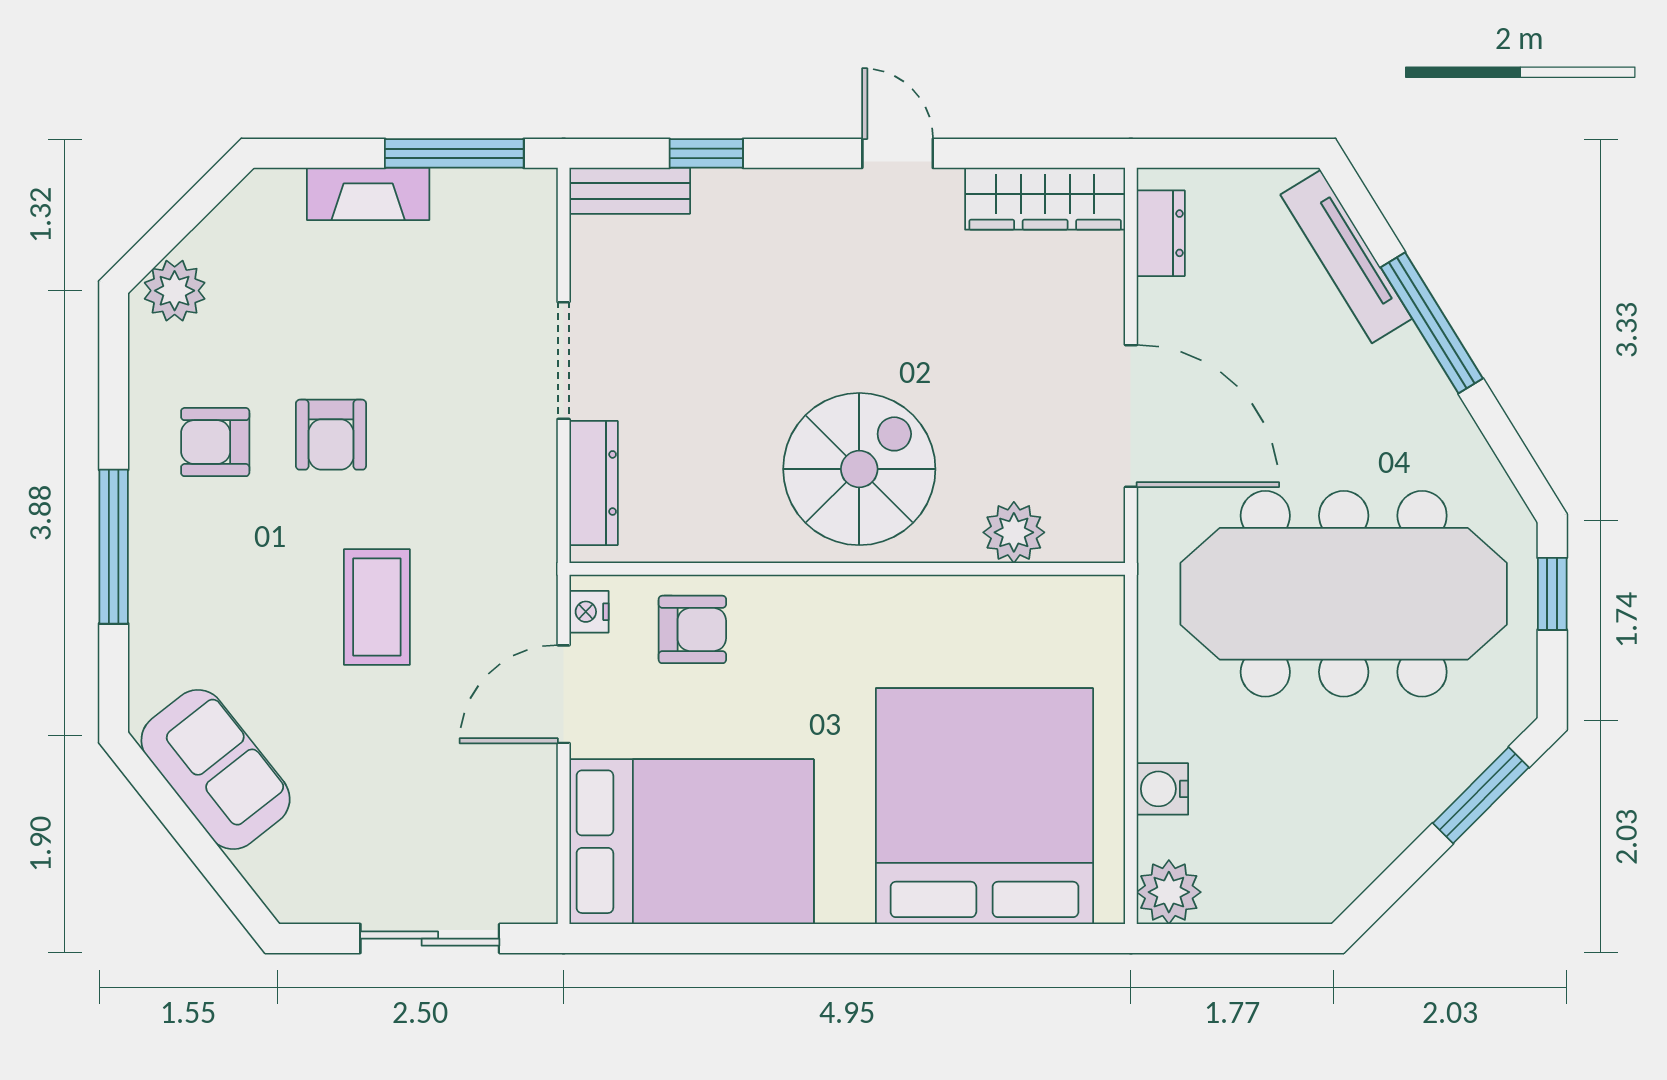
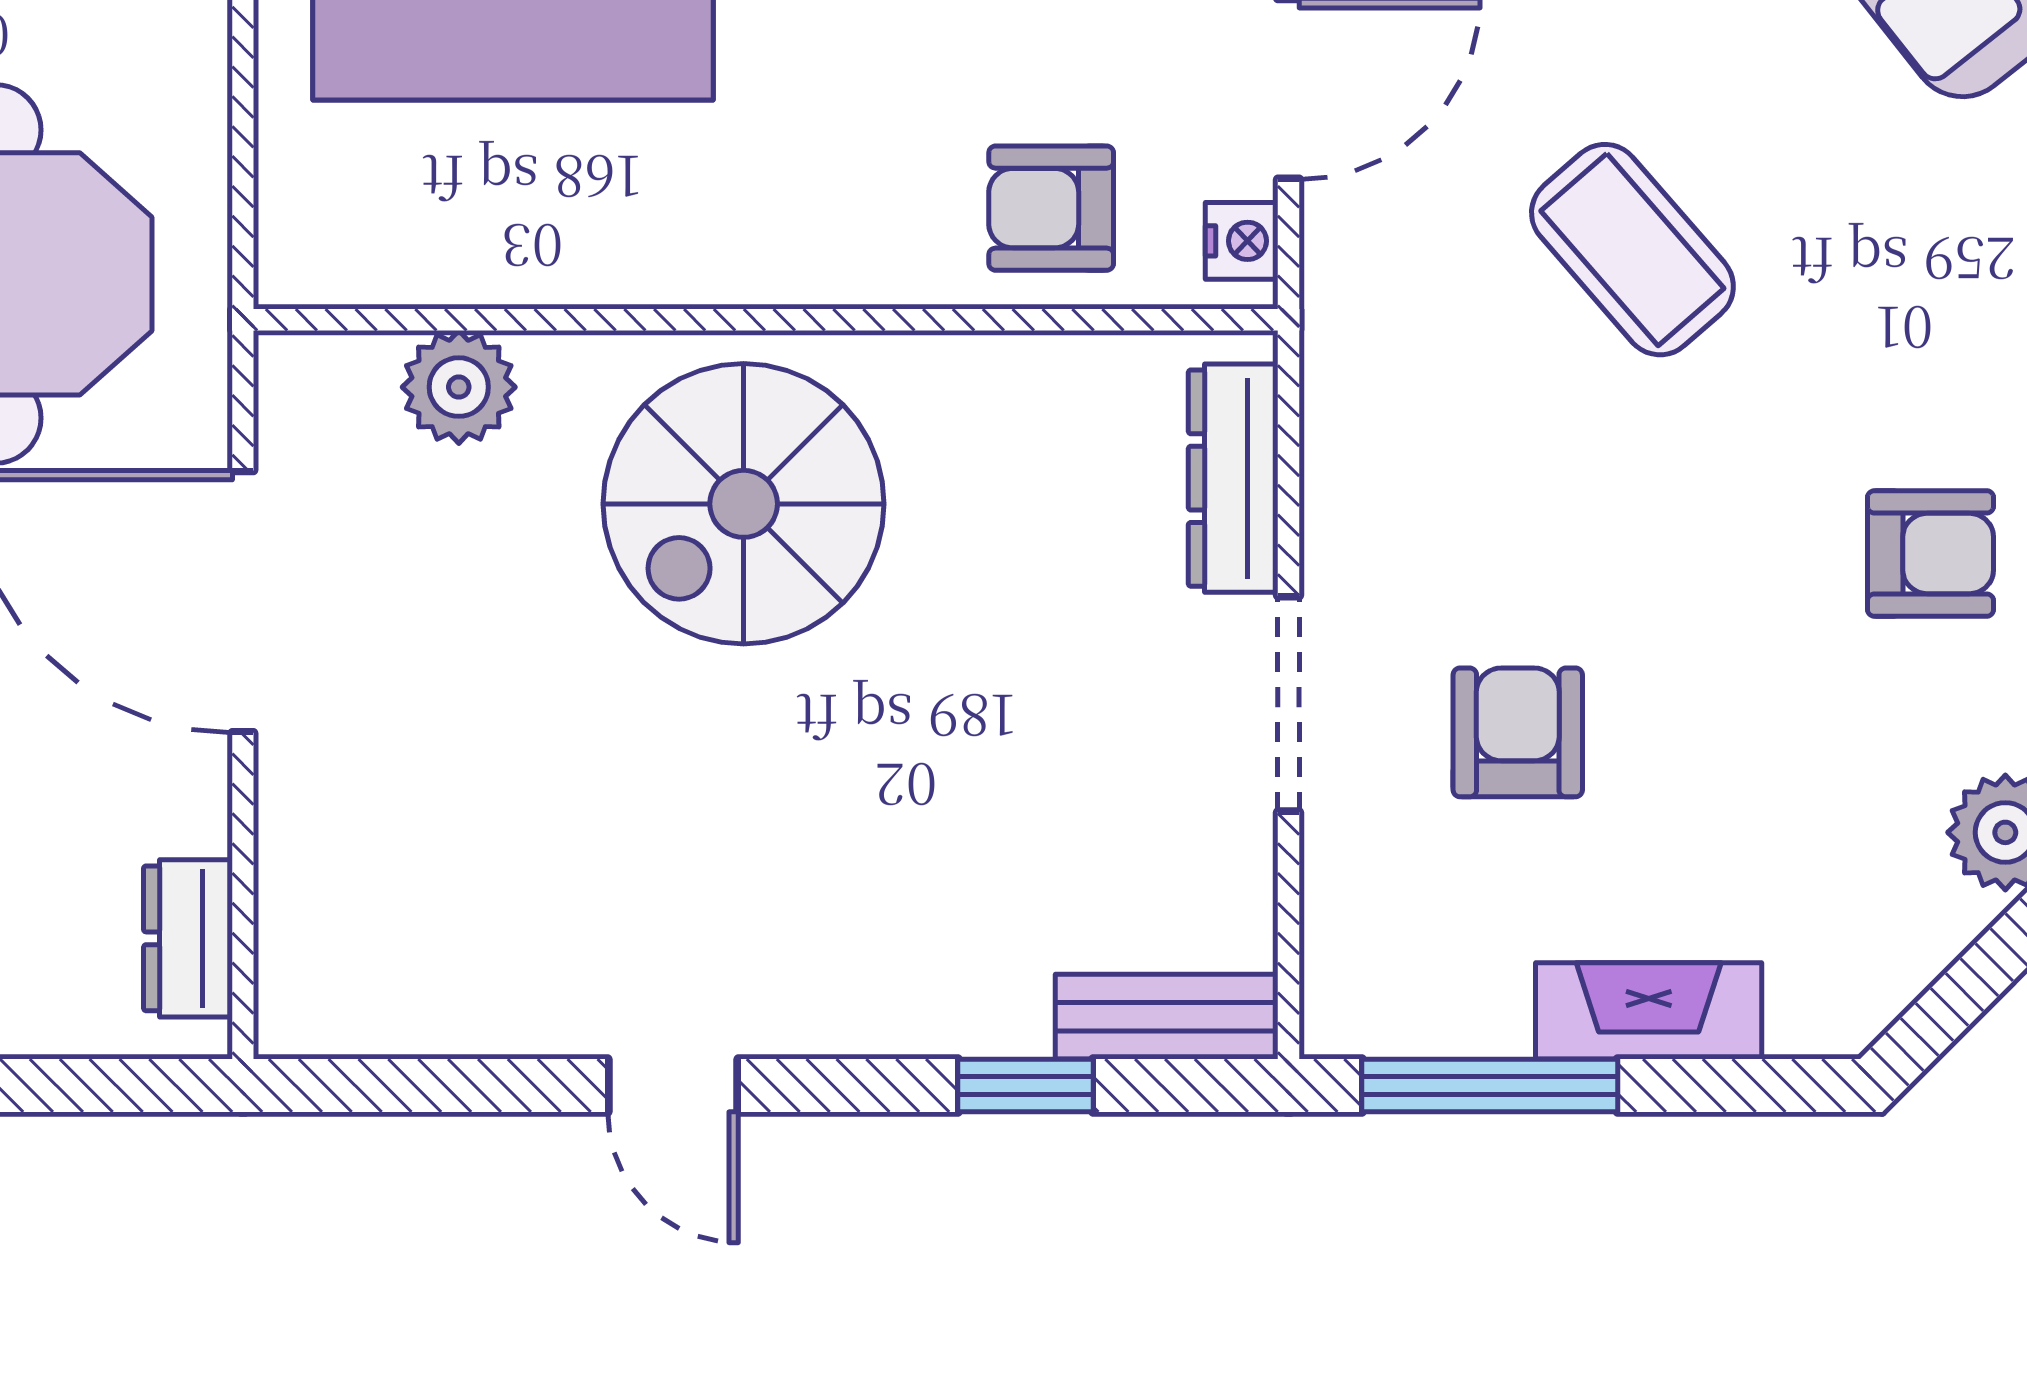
wardrobe: (1045, 199) -> (401, 1002), removed
armchair: (331, 435) -> (1518, 732), moved
coffee table: (377, 607) -> (1632, 250), turned -41

